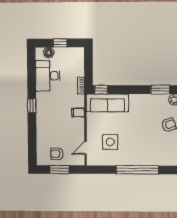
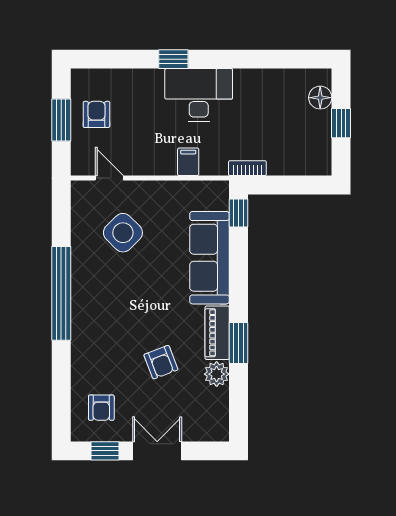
desk: (48, 76) -> (199, 95), moved
piano: (156, 99) -> (217, 333), added
sofa: (107, 103) -> (209, 258), moved
window: (32, 106) -> (173, 59), moved
side table: (110, 142) -> (123, 233), turned 45

